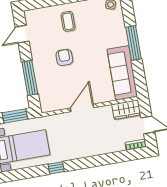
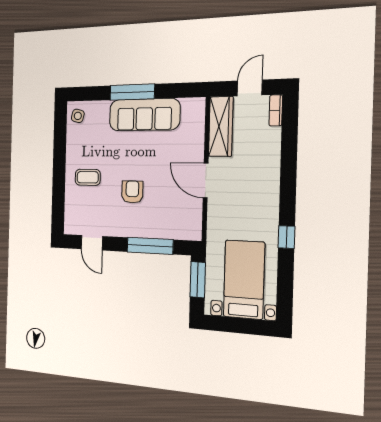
armchair: (64, 57) -> (132, 192), turned 90
sofa: (122, 73) -> (144, 115), moved
wardrobe: (126, 110) -> (221, 127), width x1.50

